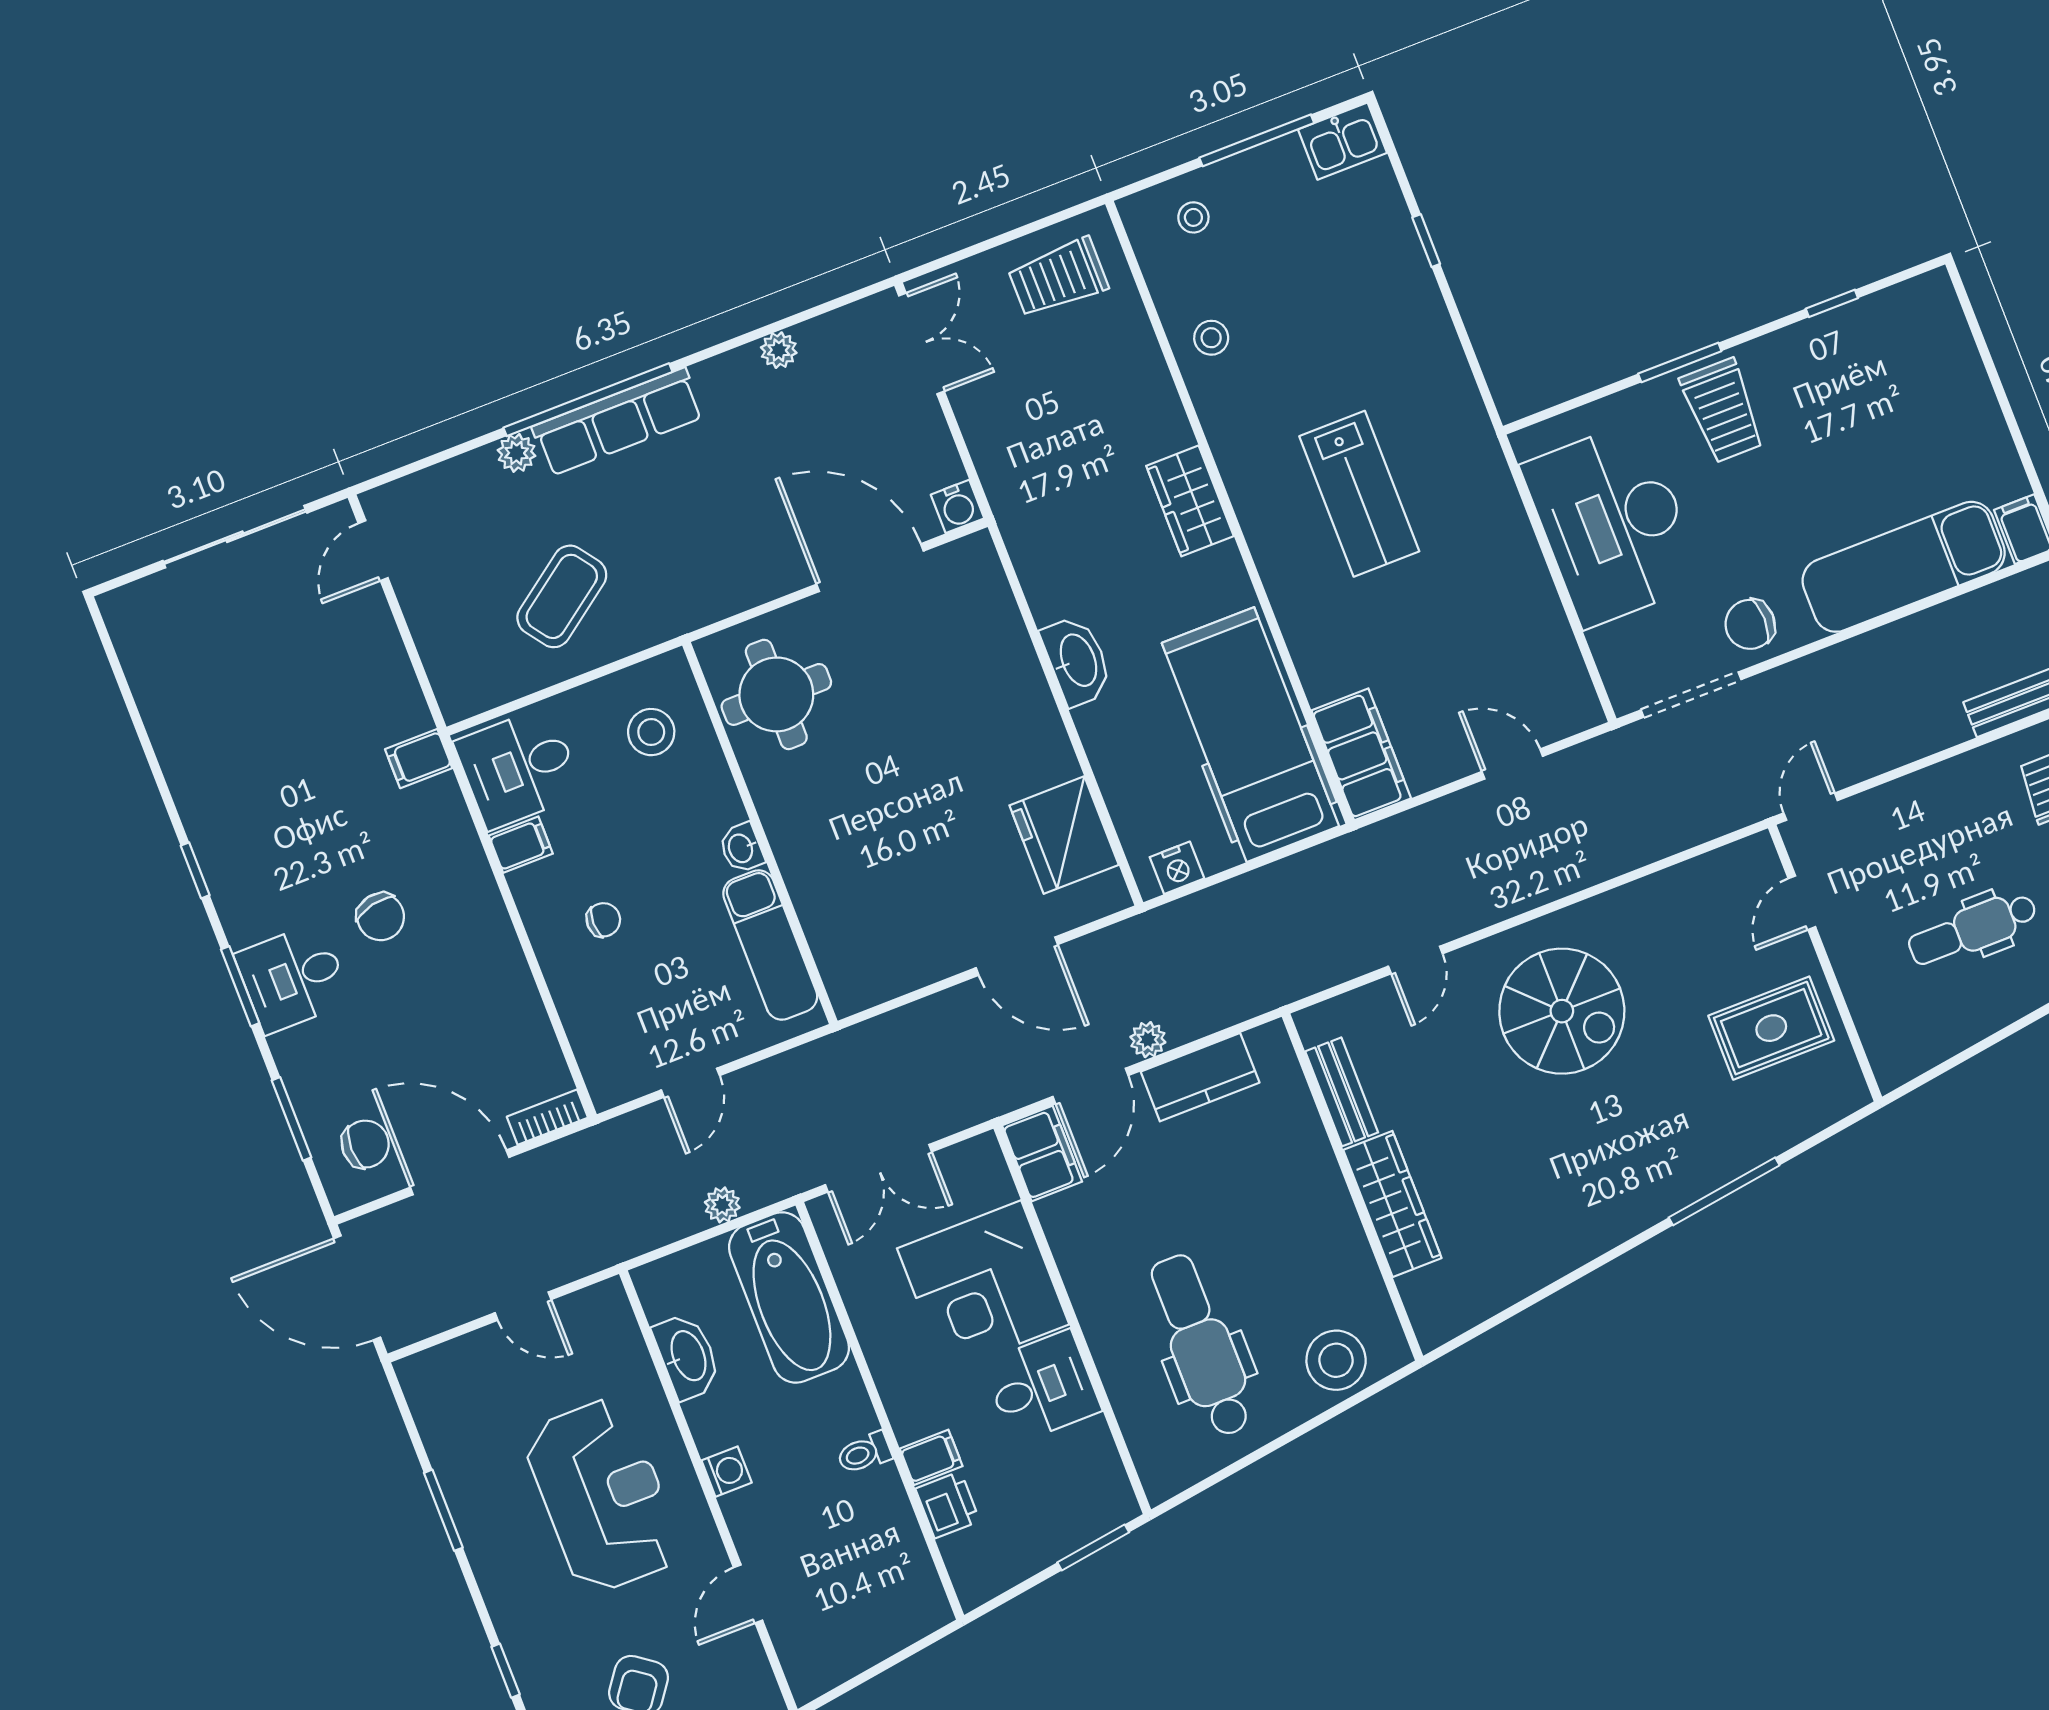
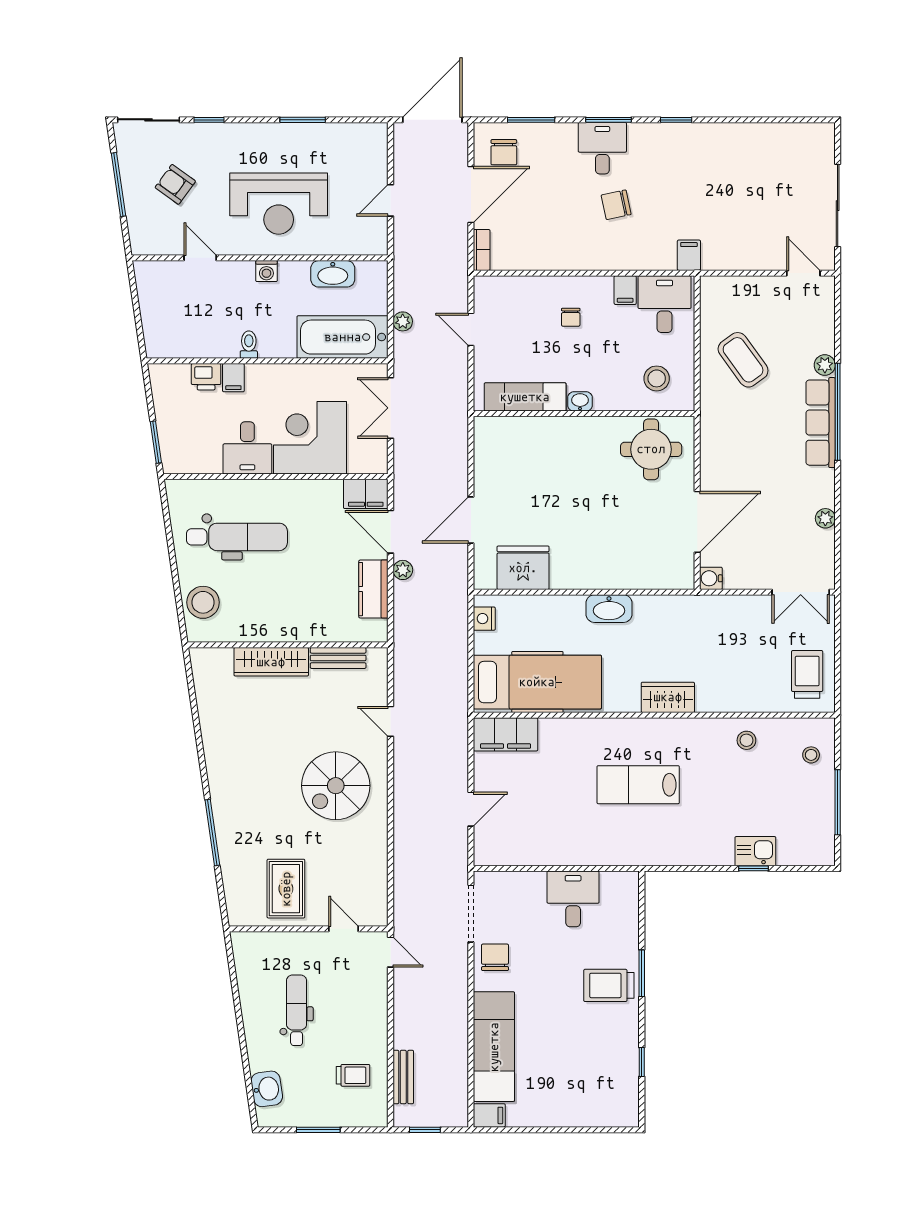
kitchen sink: (1343, 141) -> (755, 851), moved, turned 90
desk: (1613, 524) -> (573, 899), width x0.53, depth x0.77

